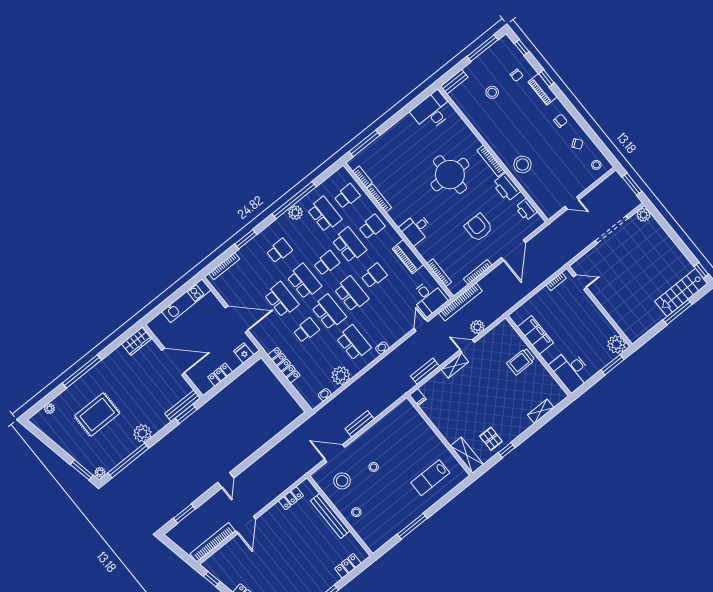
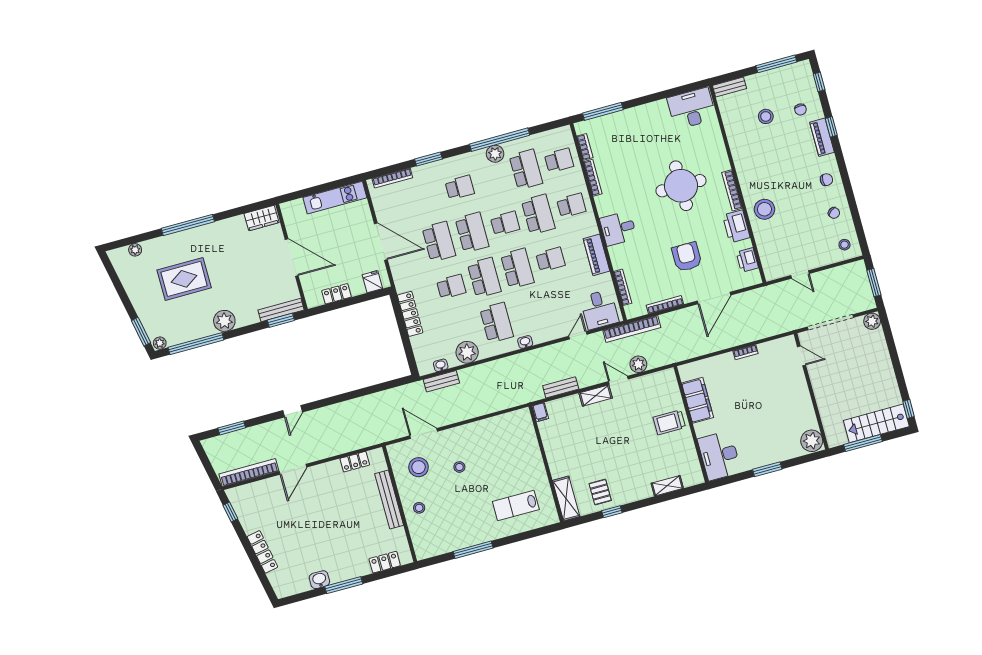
door: (580, 282) -> (802, 356), moved
wall: (599, 306) -> (811, 391), moved
plant: (617, 344) -> (812, 441), moved
bench: (360, 424) -> (441, 381), moved

